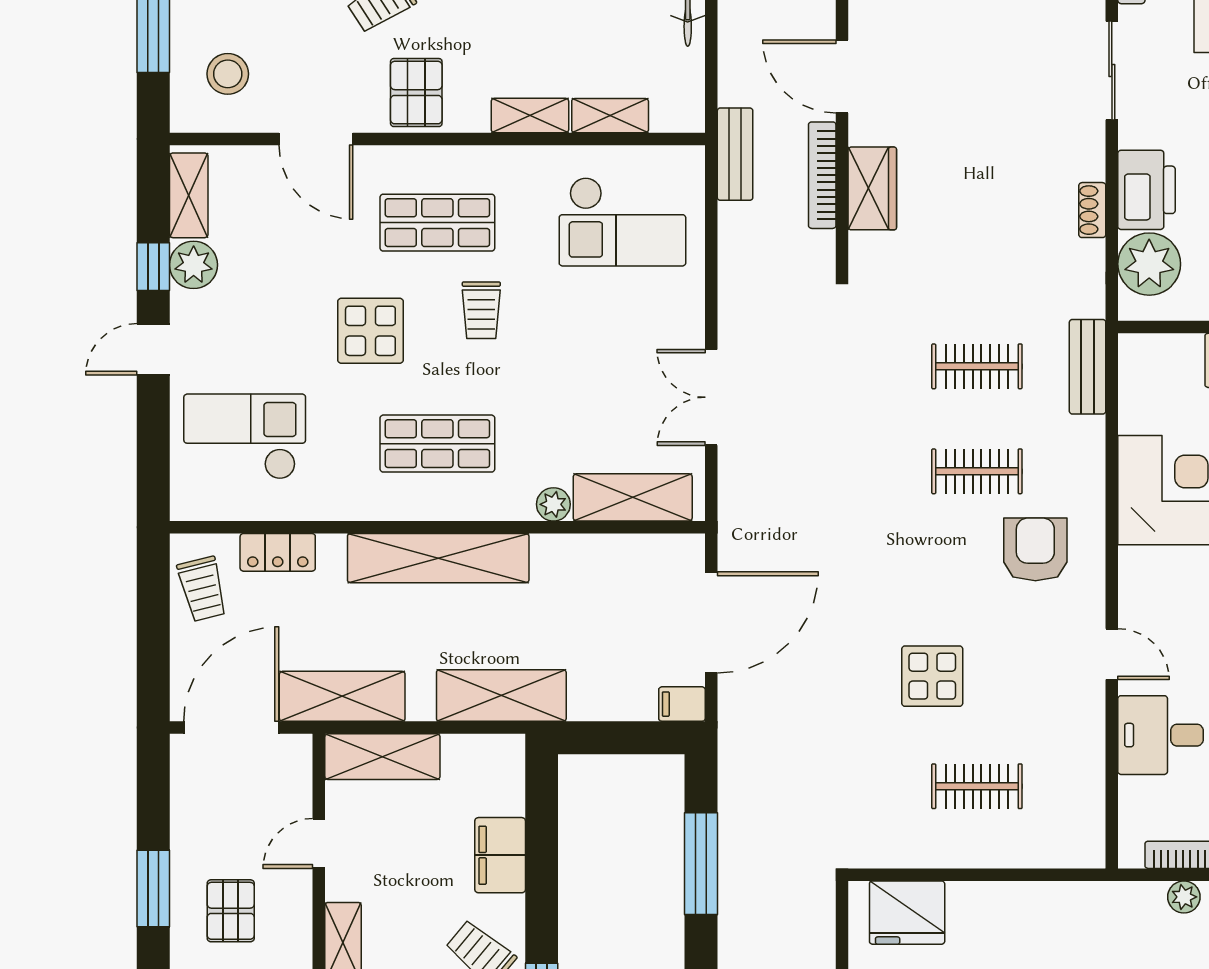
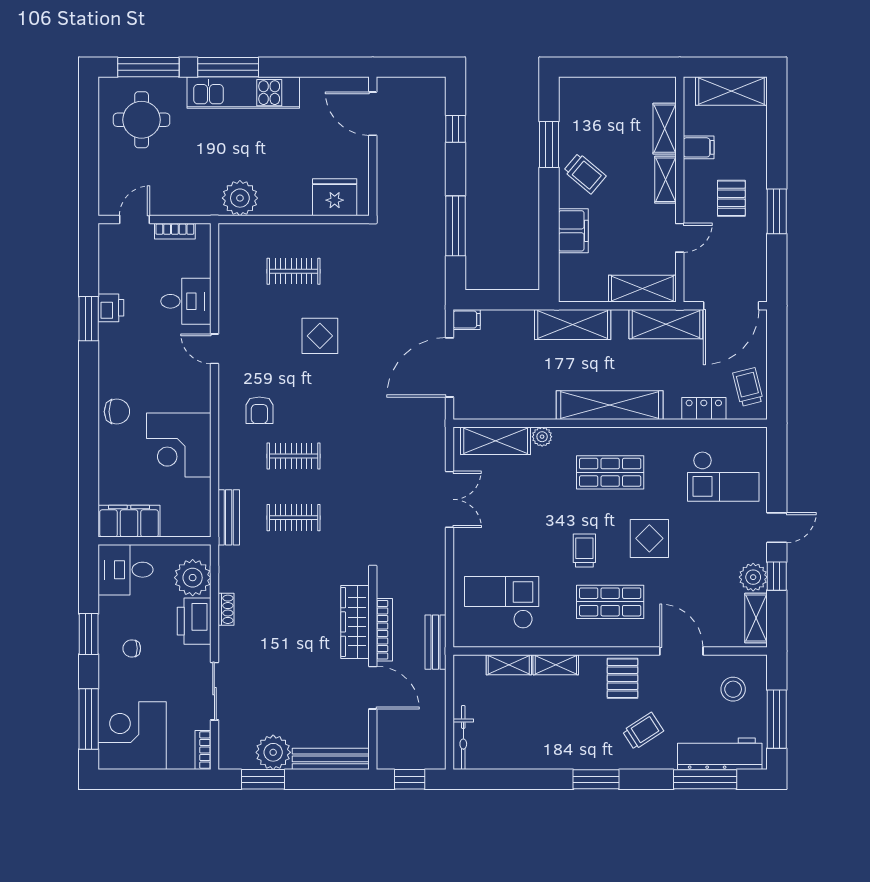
wardrobe: (872, 188) -> (355, 622), width x1.50
armchair: (1035, 549) -> (259, 410), width x0.72, depth x0.72
plant: (1184, 897) -> (240, 198), moved, width x1.88, depth x1.88

